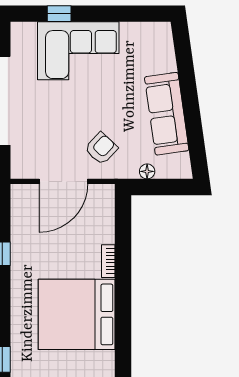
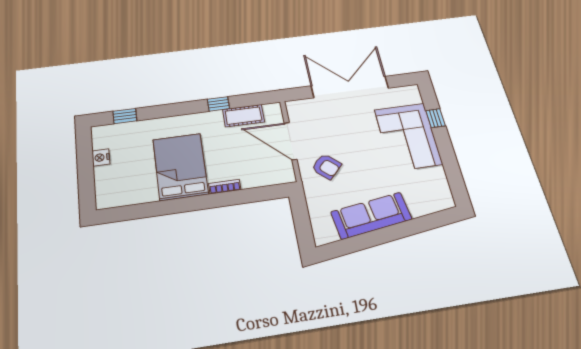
floor lamp: (147, 171) -> (314, 207), removed
cot: (22, 228) -> (243, 116), added
bed: (77, 314) -> (180, 167), width x0.73

